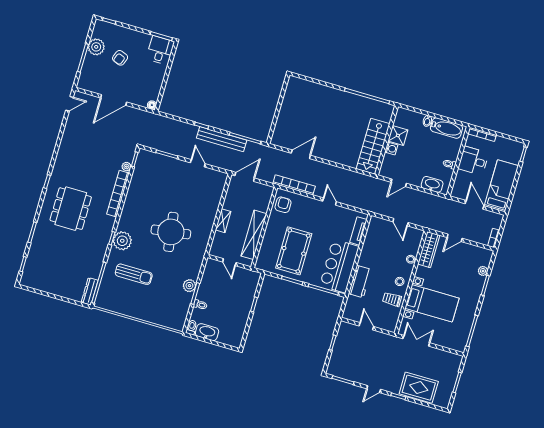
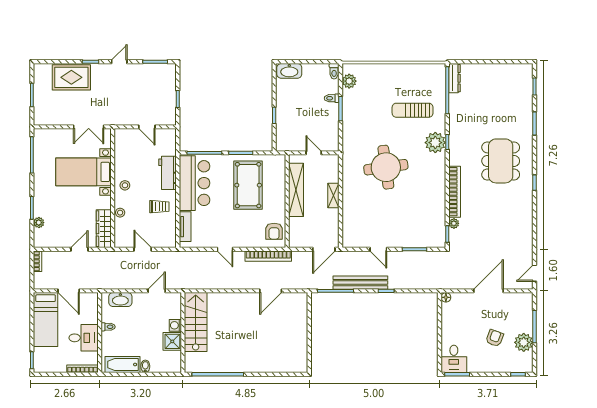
plant: (189, 286) -> (349, 81), moved
trolley: (392, 299) -> (159, 207), moved
washbasin: (207, 332) -> (289, 71), moved

